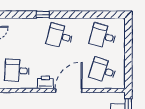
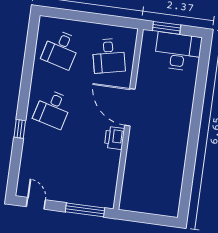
desk: (17, 71) -> (93, 175), removed
desk: (103, 71) -> (109, 56), turned -30

